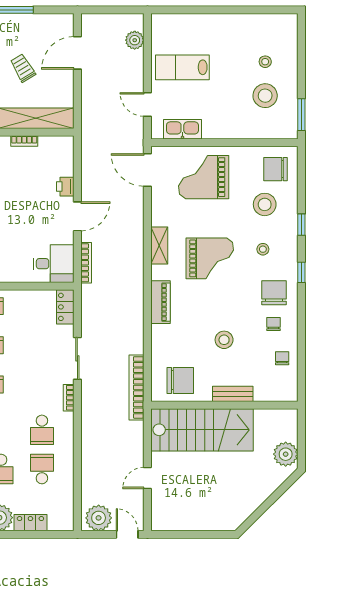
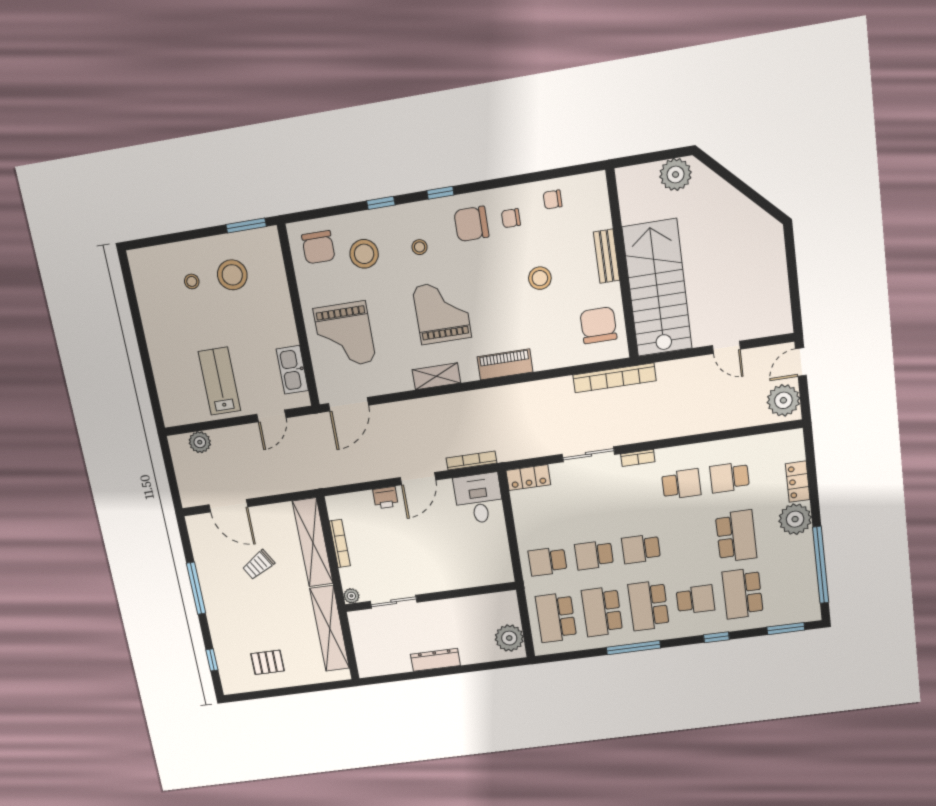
lab bench: (182, 67) -> (219, 381), turned 180
bookcase: (24, 141) -> (340, 543), width x1.56
door: (77, 216) -> (418, 479), swing flipped

